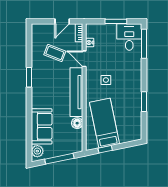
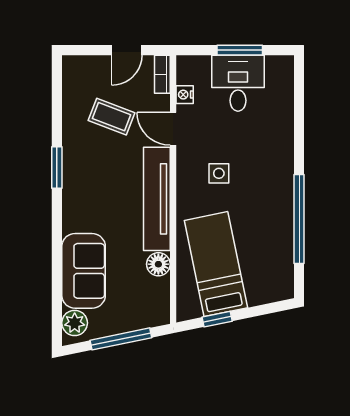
desk: (129, 37) -> (238, 83), moved
window: (144, 44) -> (299, 97), removed
window: (144, 102) -> (299, 219), width x2.11

